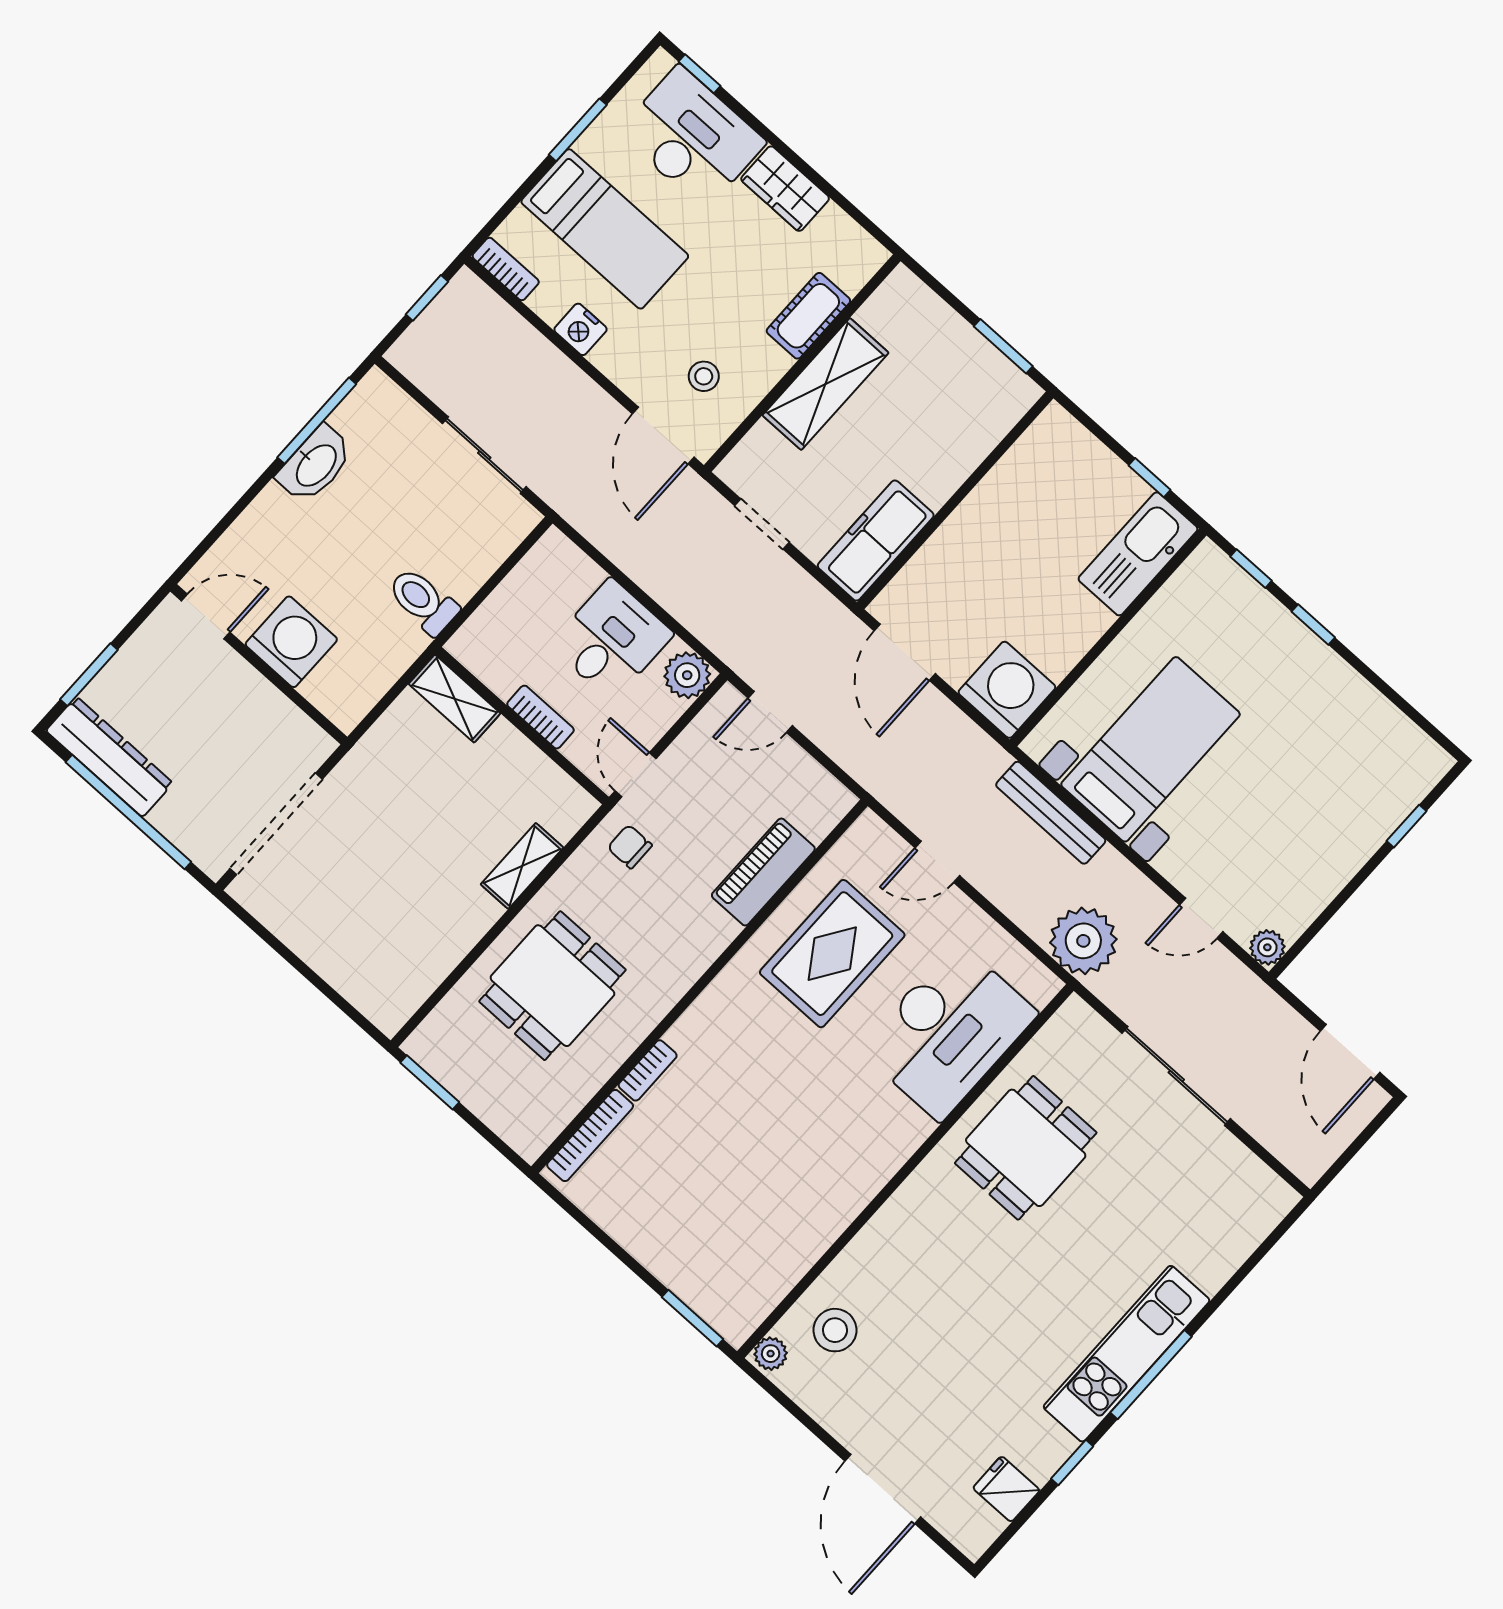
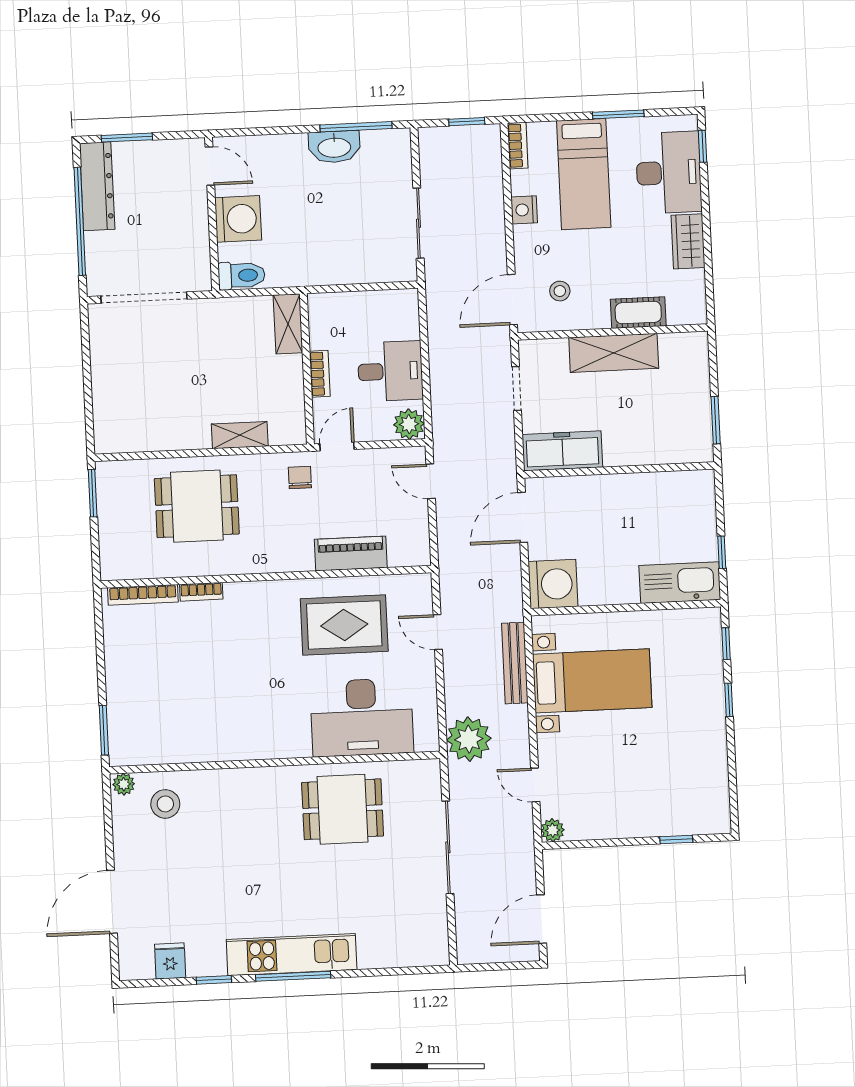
toilet: (423, 601) -> (242, 275), moved, turned 90

